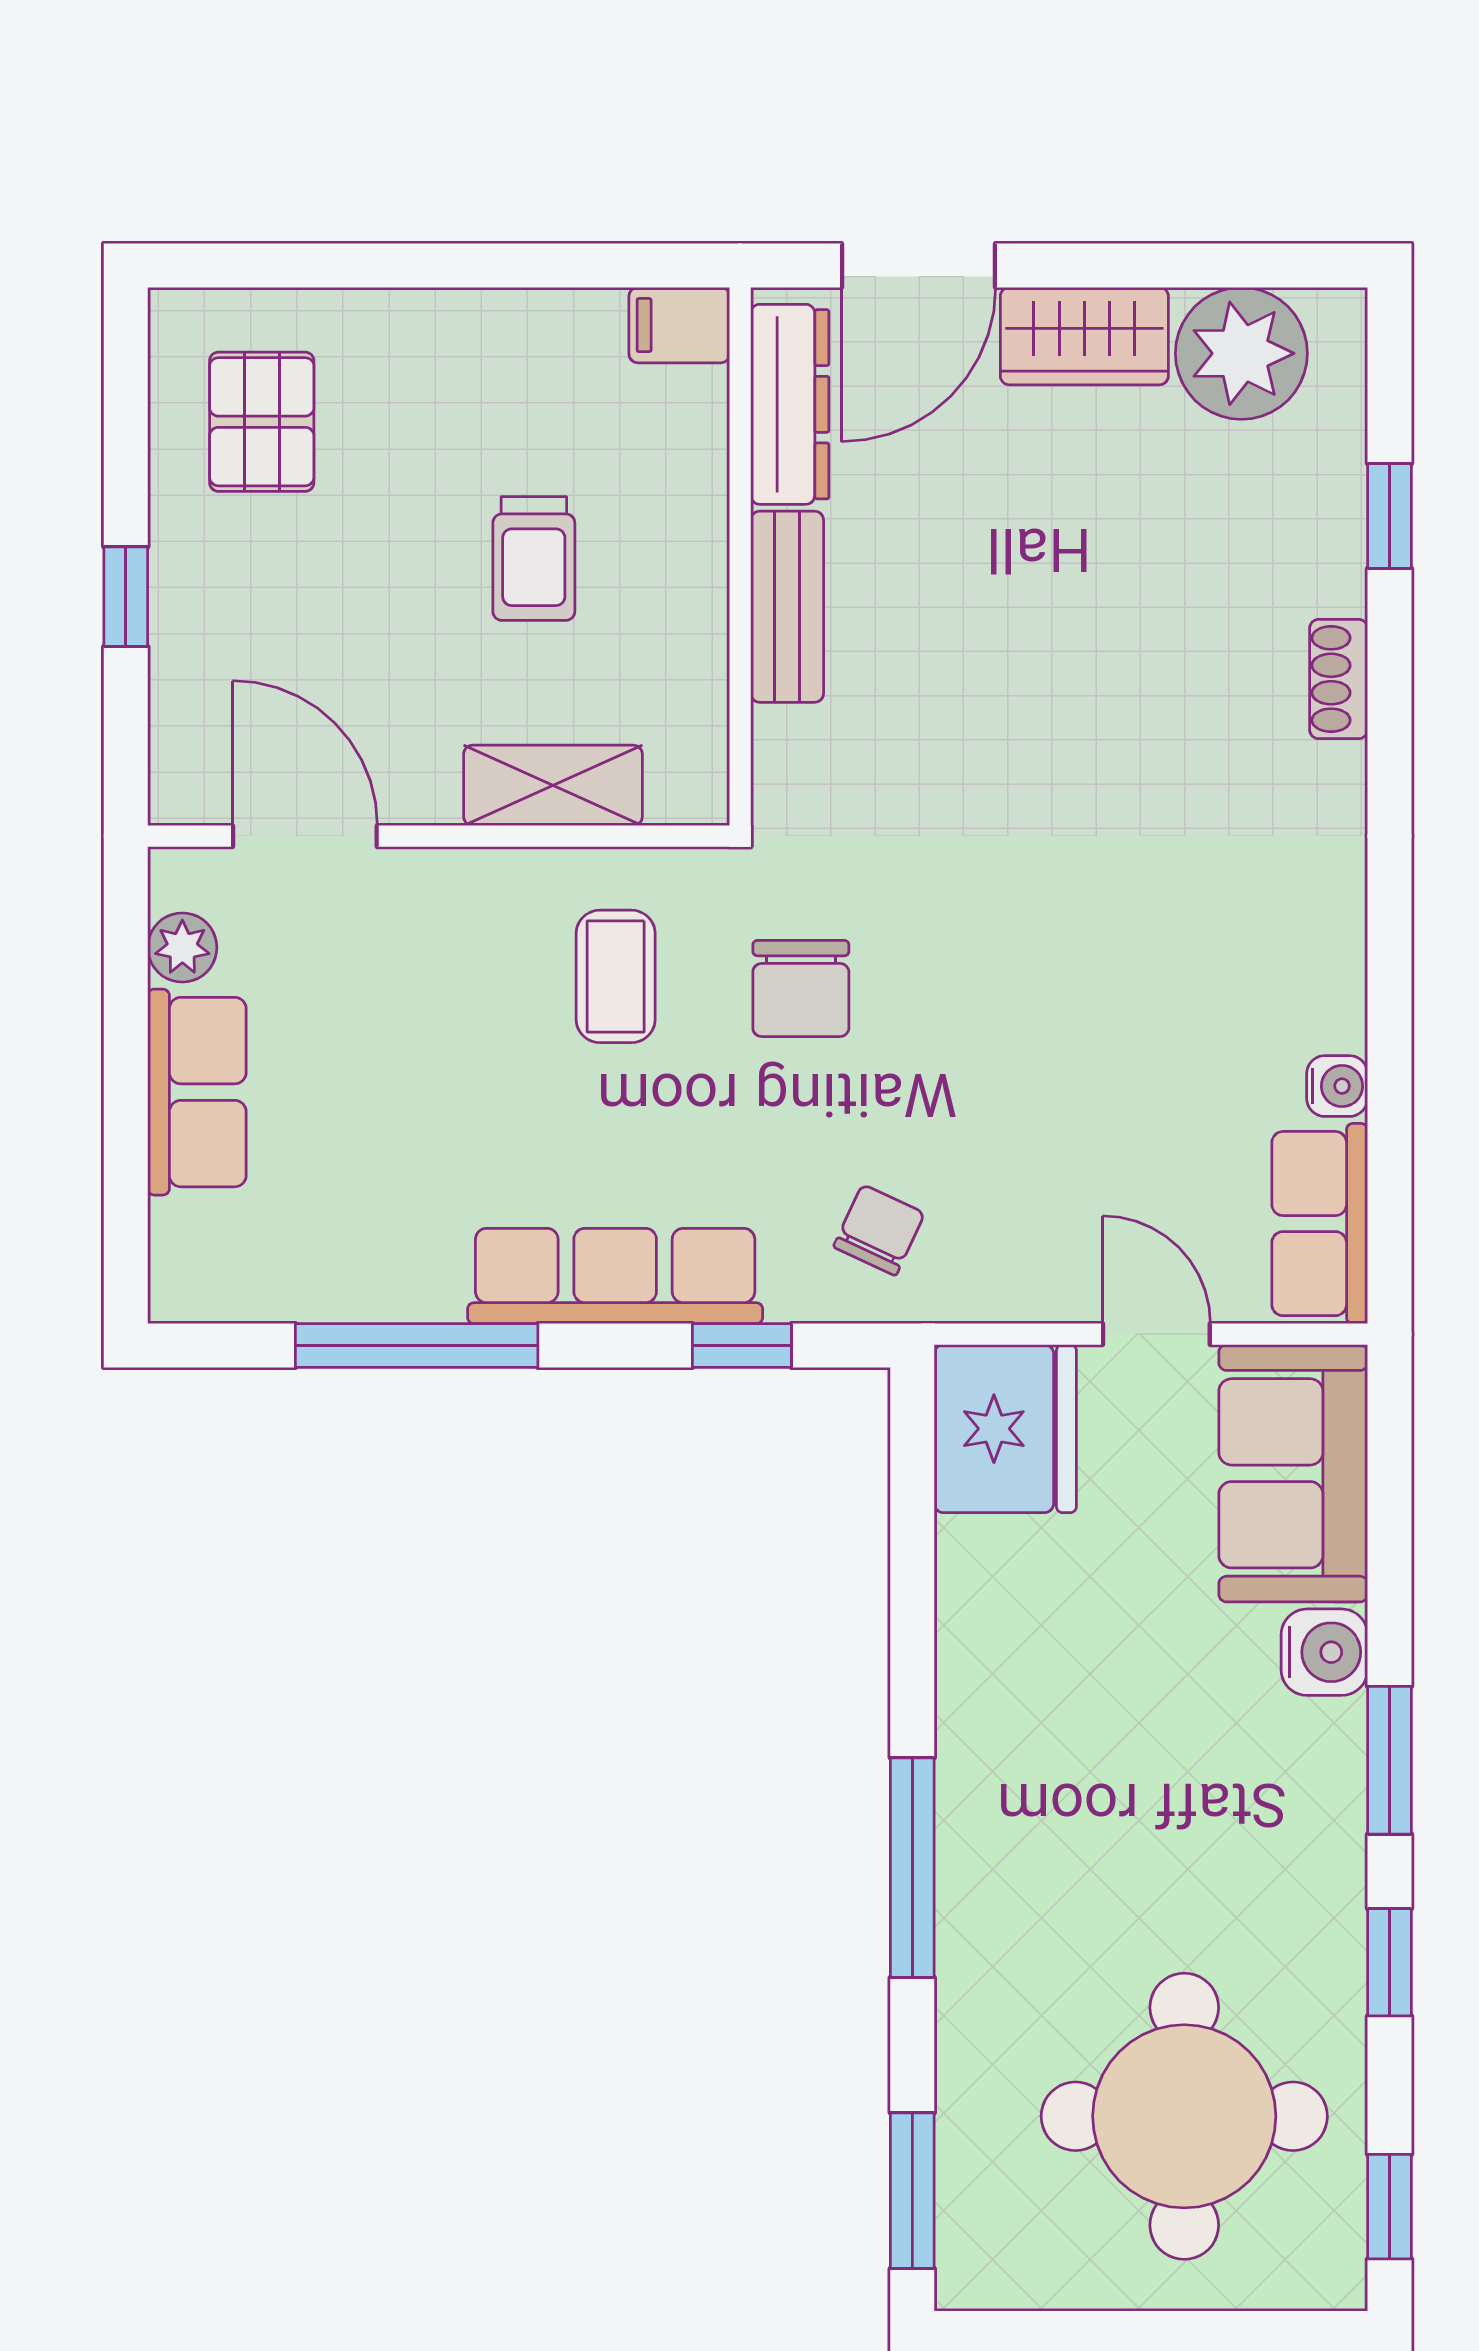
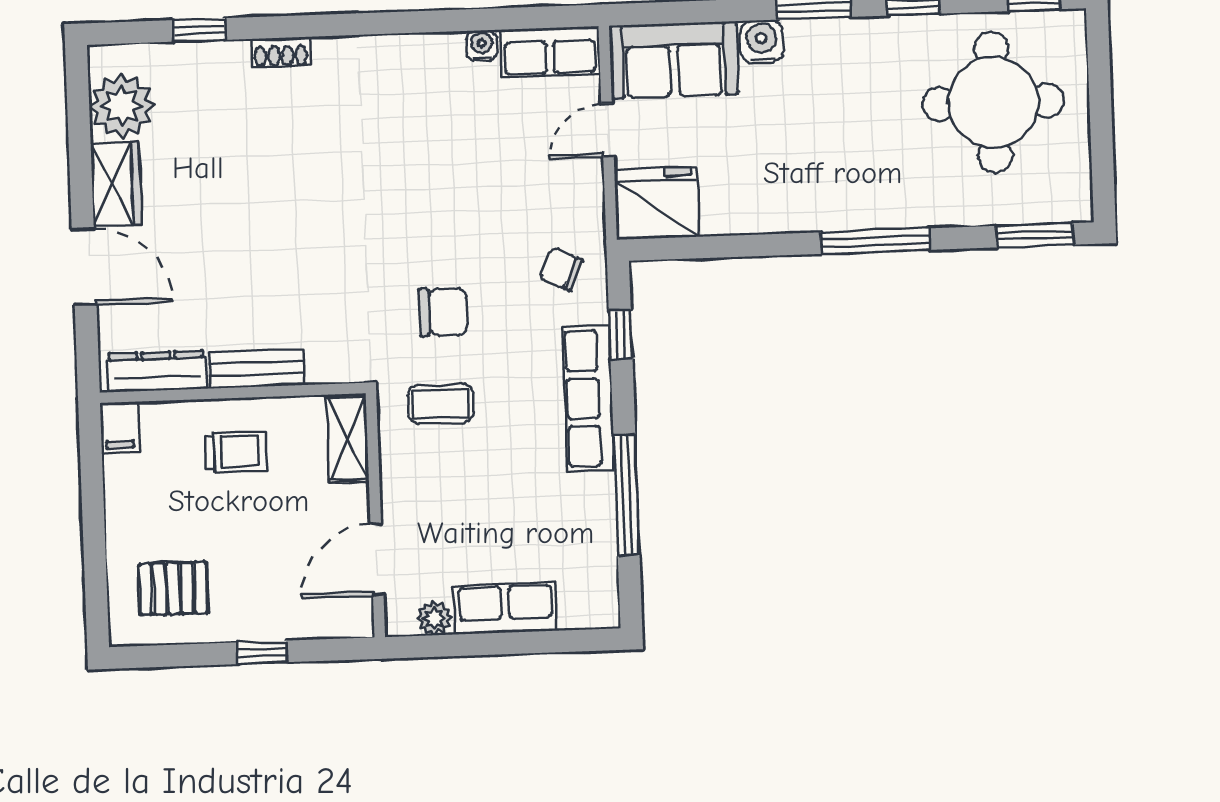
filing cabinet: (679, 325) -> (120, 427), moved
dresser: (790, 404) -> (157, 371), moved
wall: (740, 556) -> (233, 393), moved
bench: (787, 607) -> (257, 369), moved

